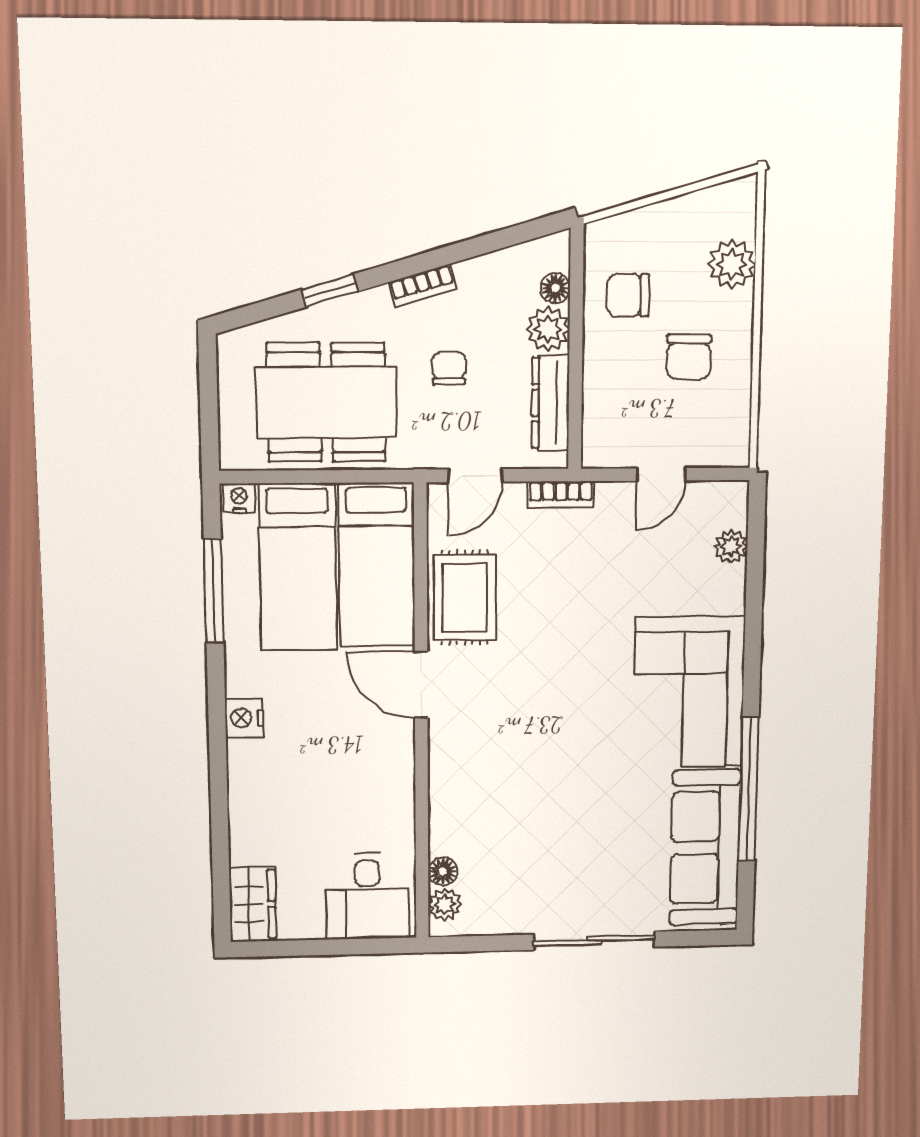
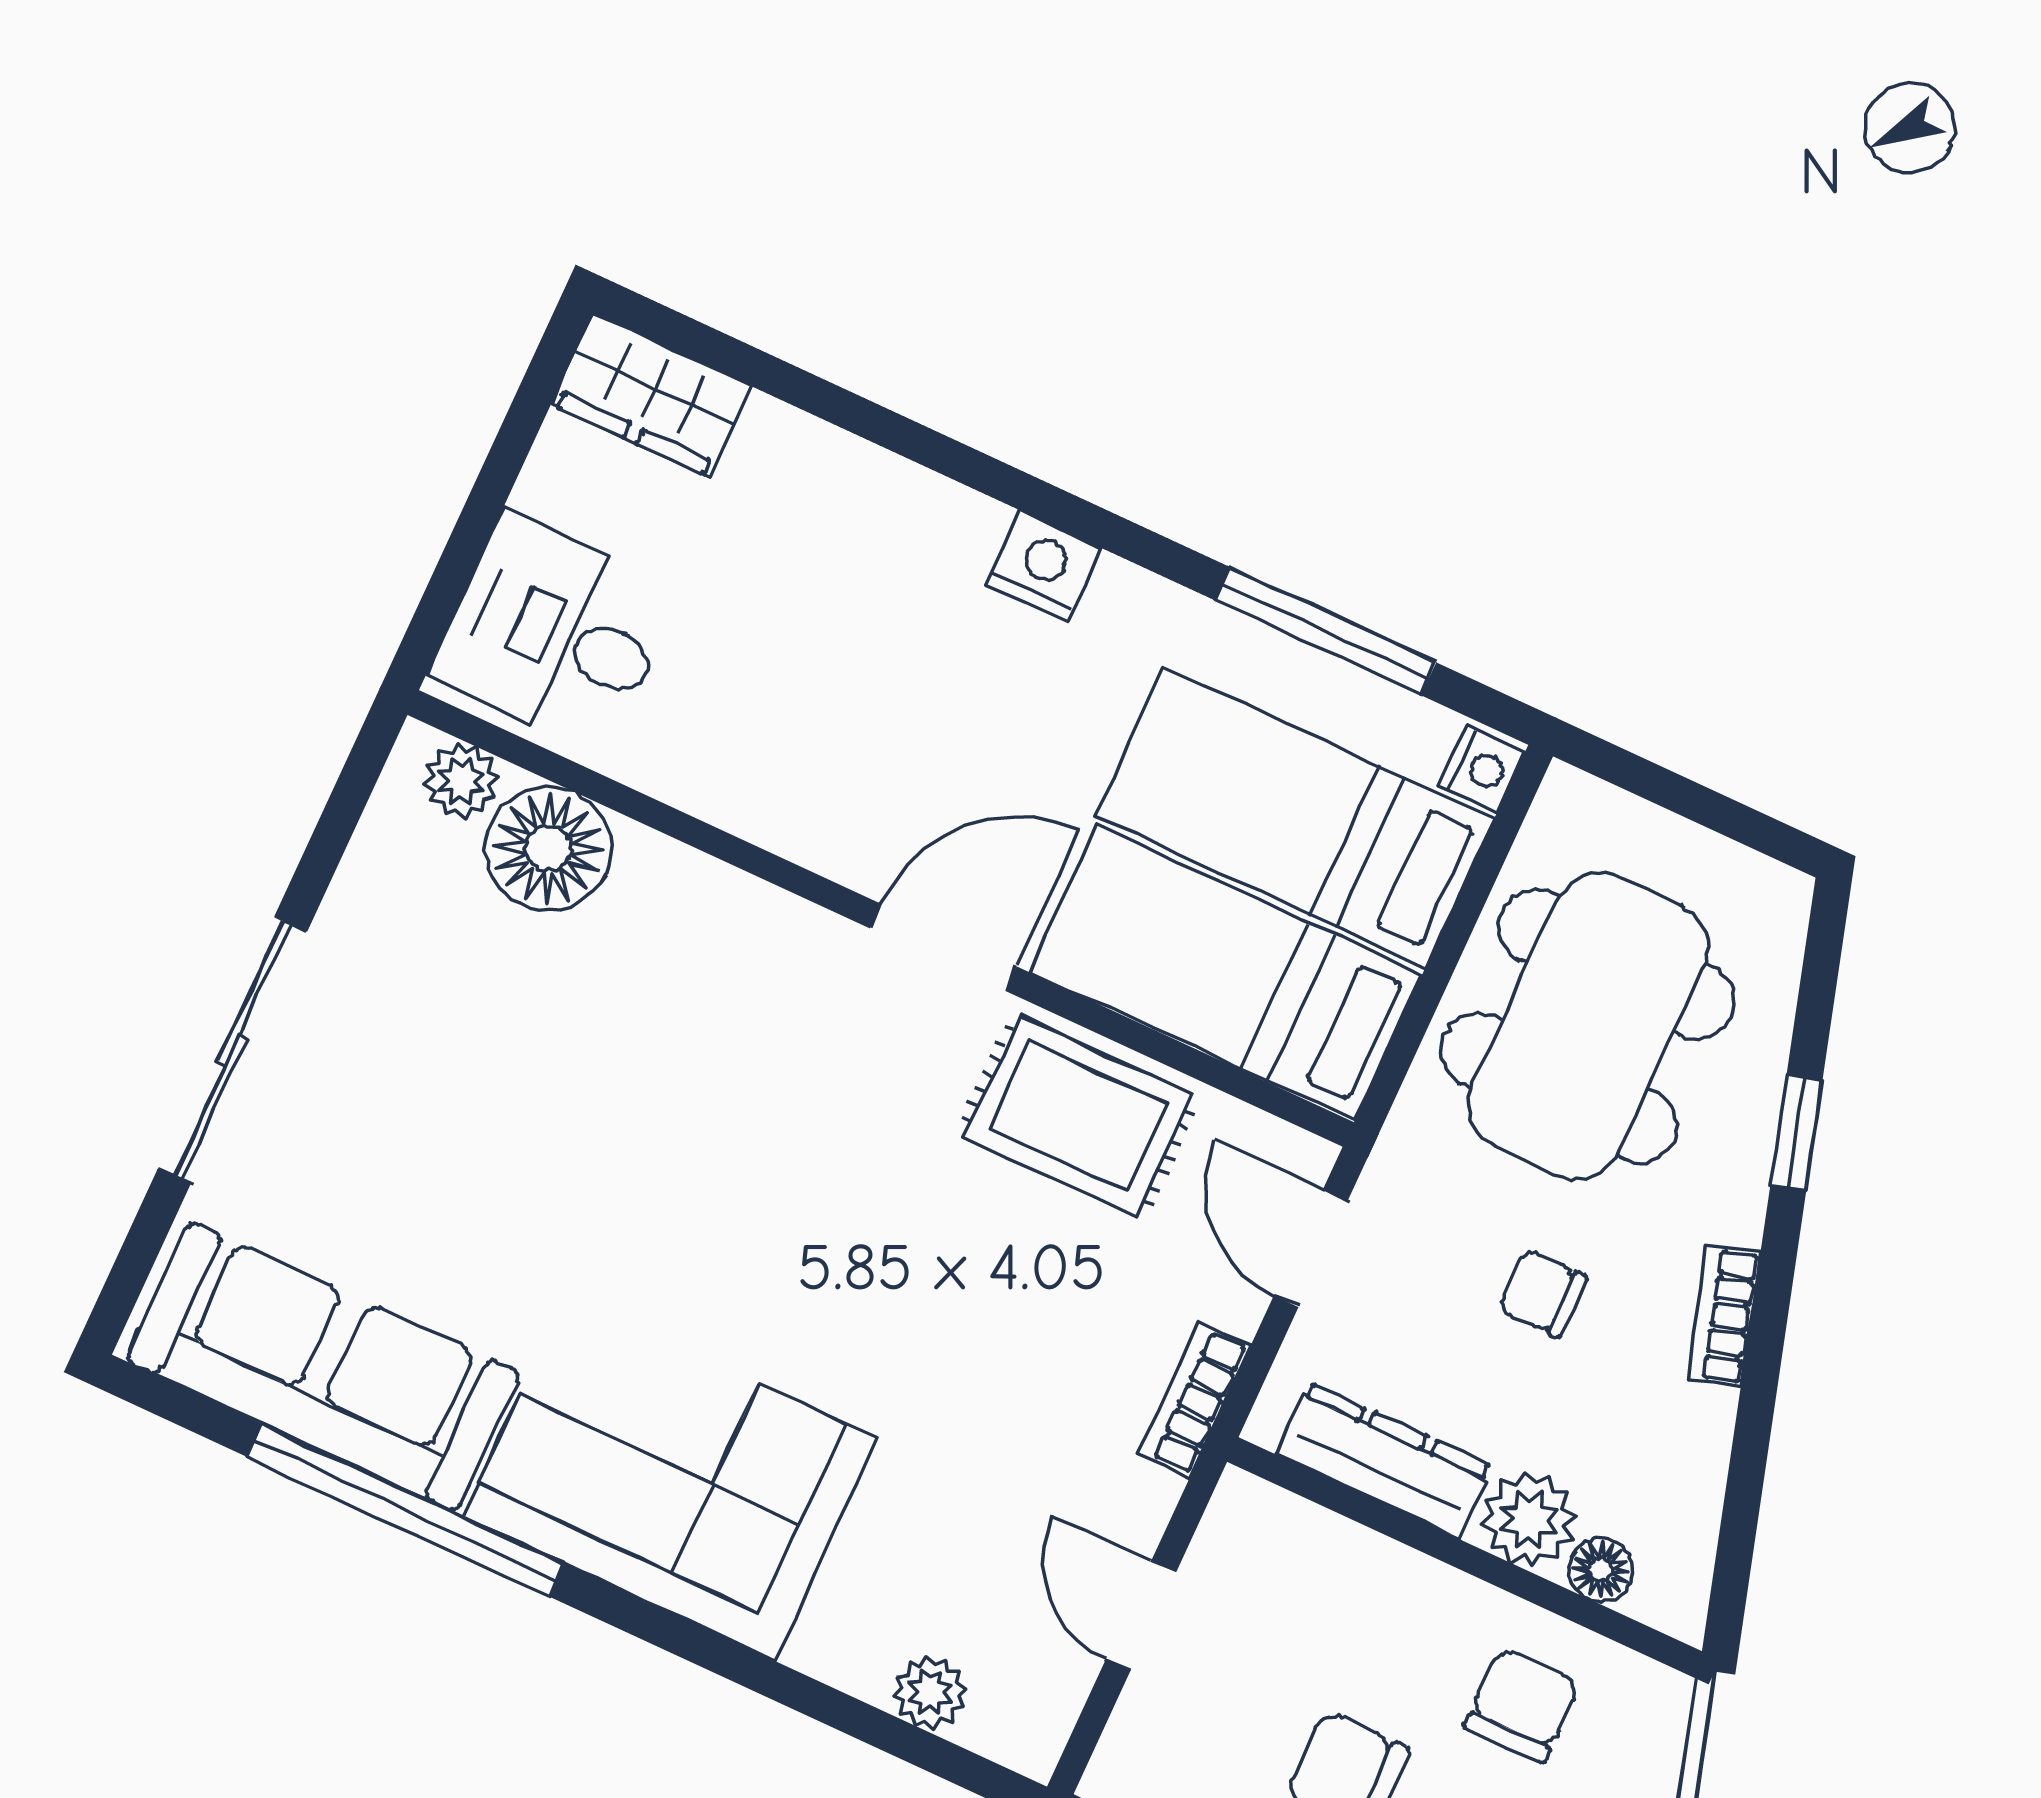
chair: (449, 369) -> (1542, 1293), turned 180
floor lamp: (443, 871) -> (548, 849), width x1.89, depth x1.89

